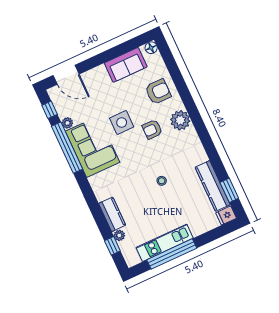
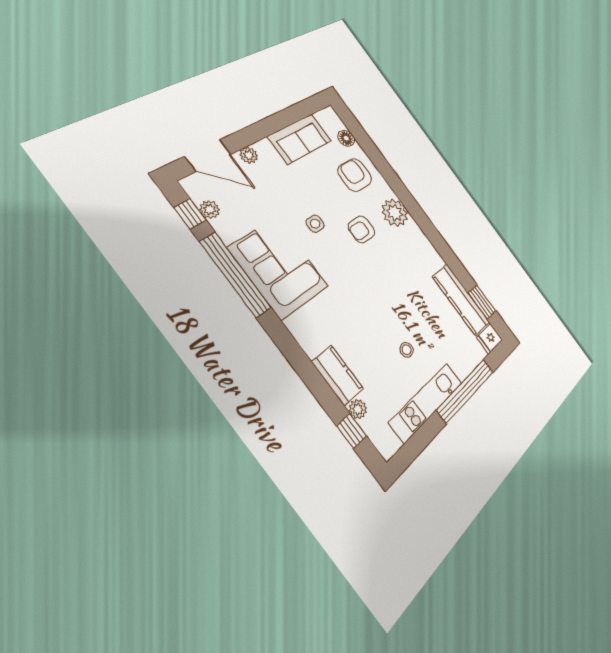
floor lamp: (151, 48) -> (346, 138), moved
plant: (90, 75) -> (249, 155), added
armchair: (158, 92) -> (355, 175), turned -90
side table: (122, 122) -> (315, 224), width x0.54, depth x0.54
plant: (67, 123) -> (210, 210), moved
stool: (162, 181) -> (407, 350), moved
window: (172, 254) -> (466, 391), moved

